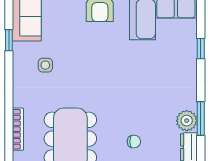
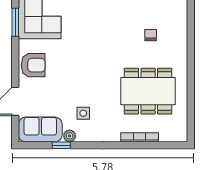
plant: (20, 50) -> (70, 136), added

